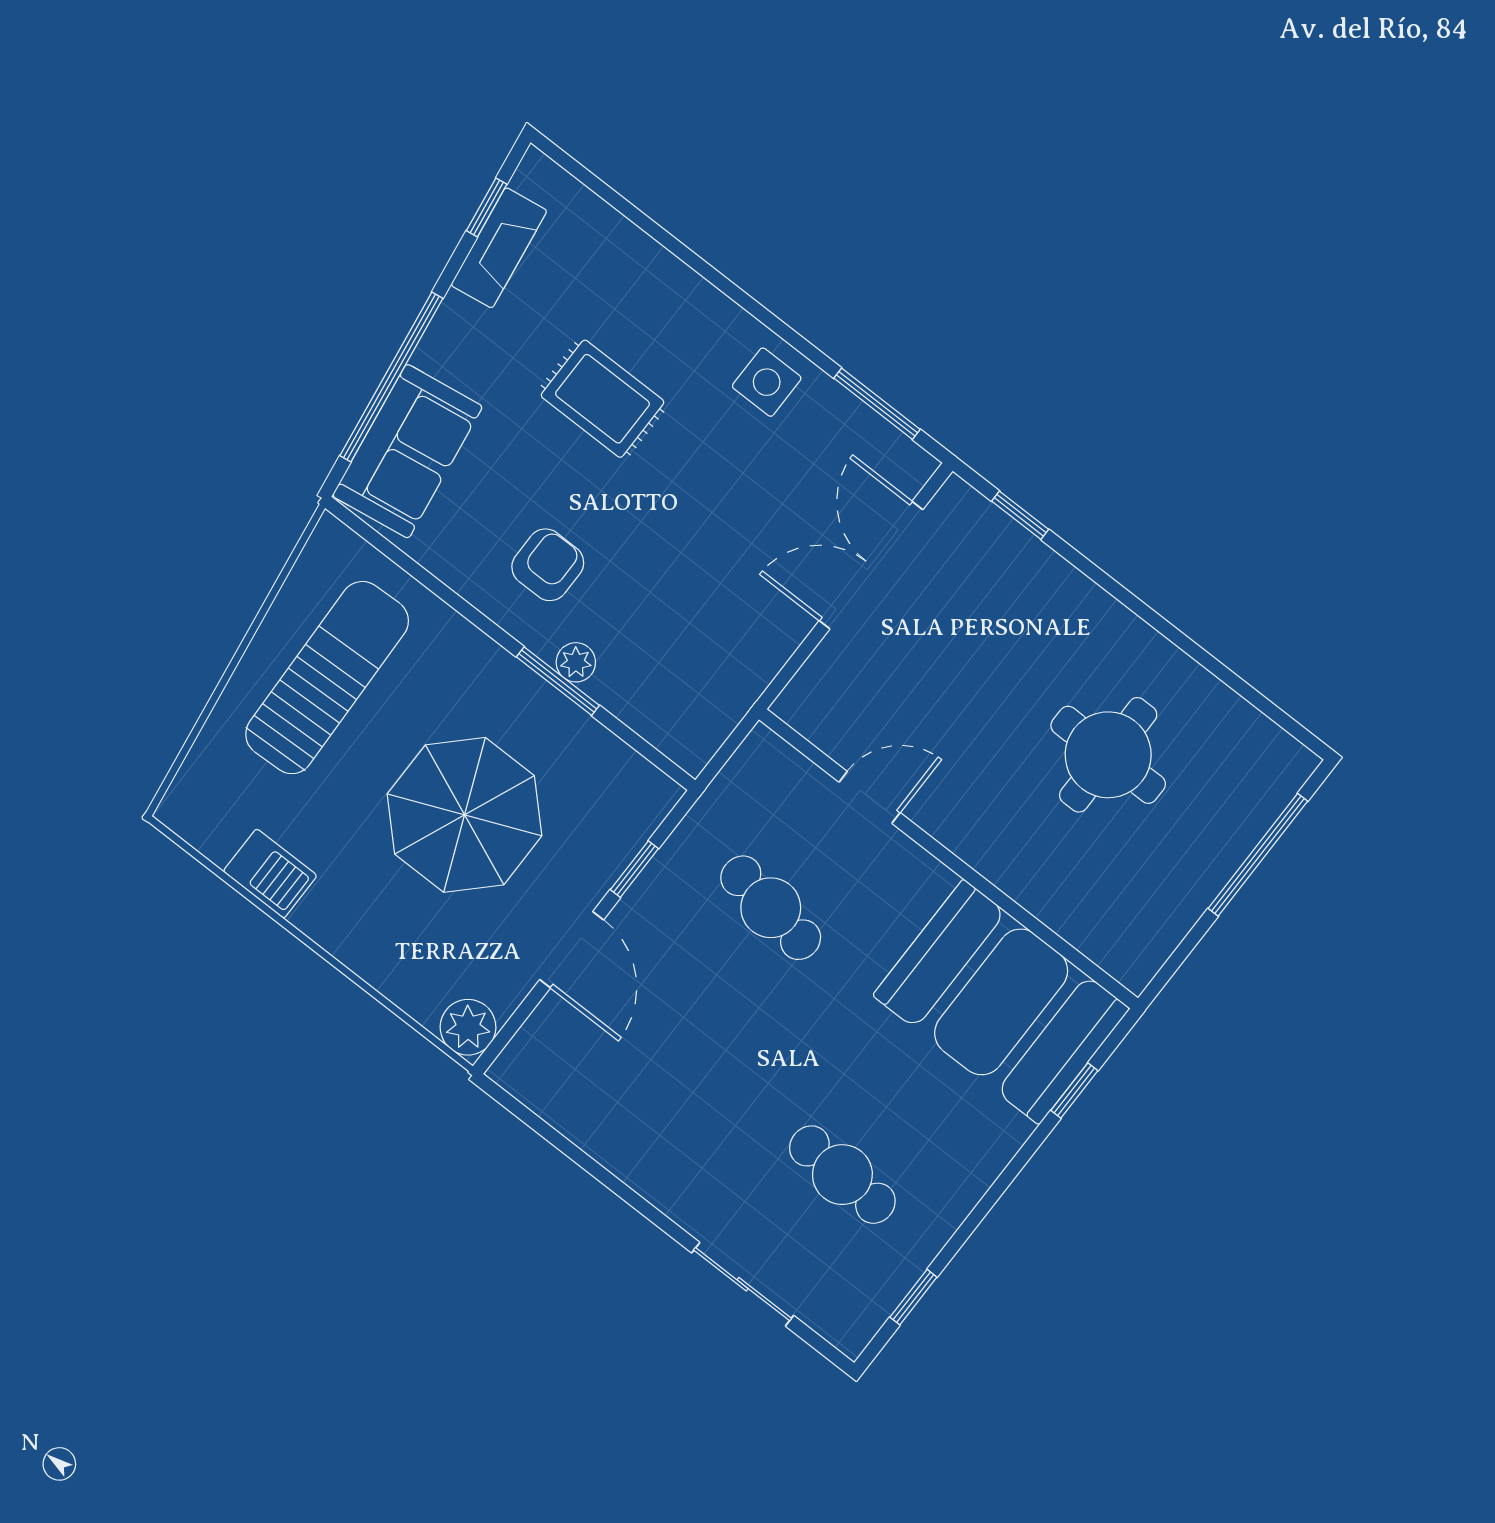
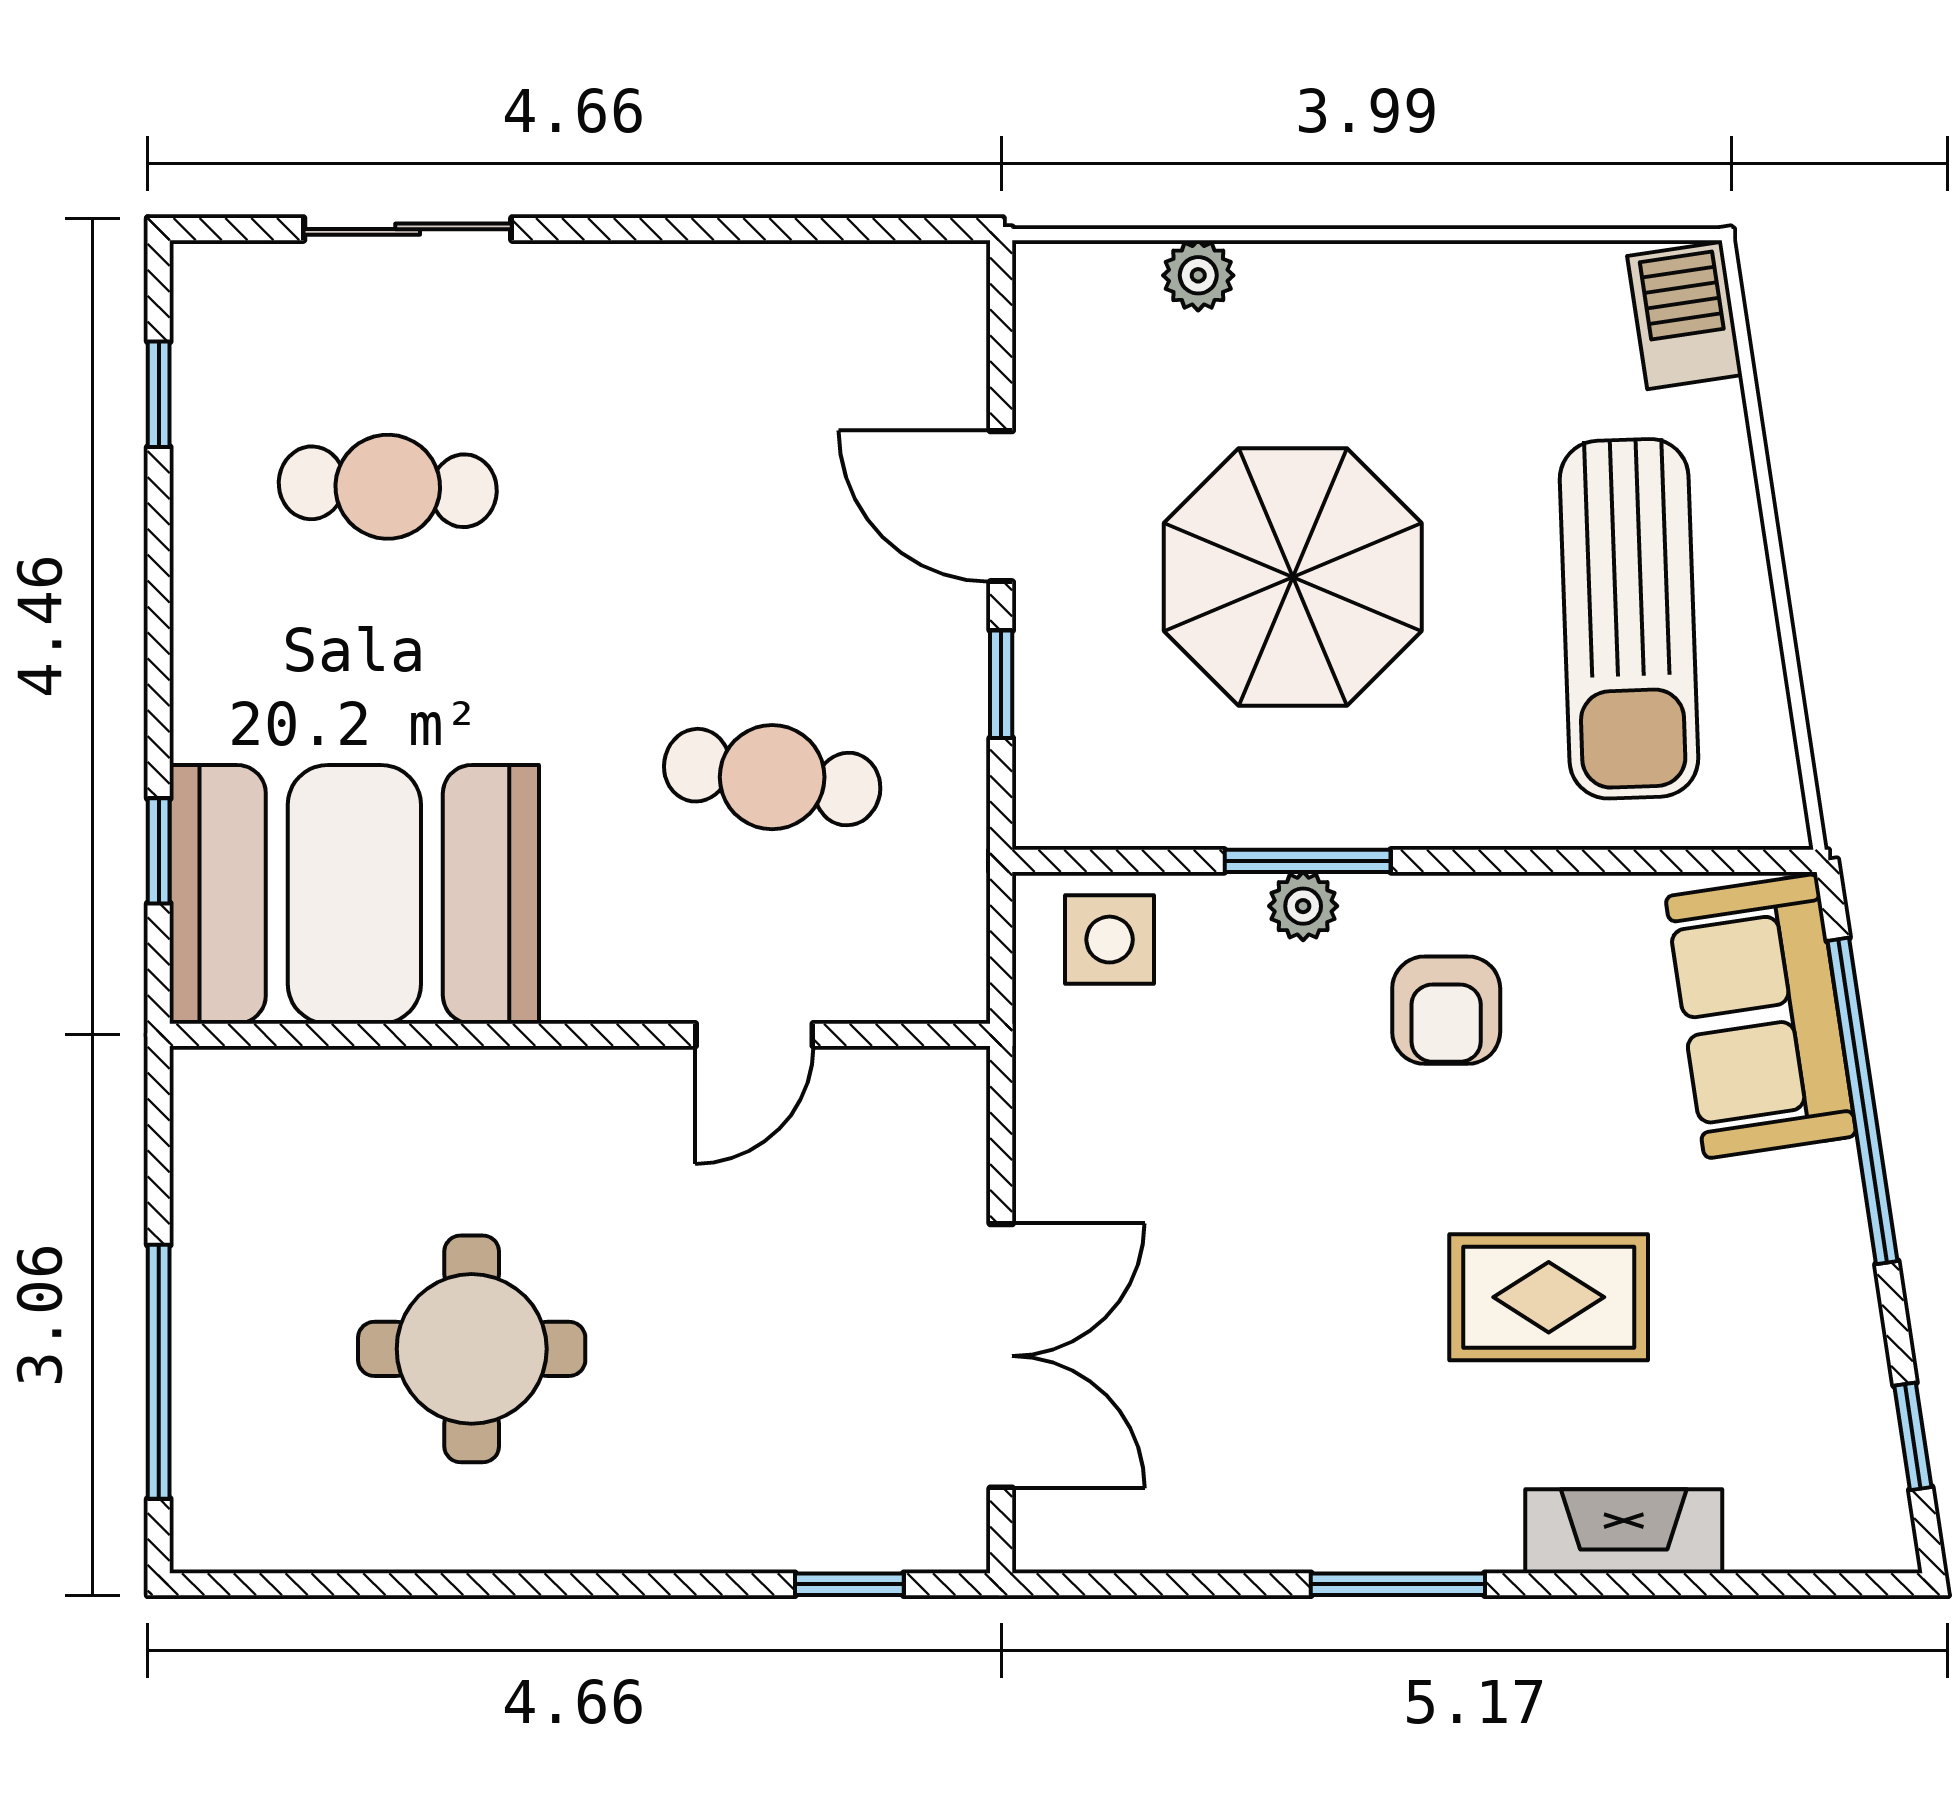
fireplace: (499, 248) -> (1624, 1531), moved, turned 99
side table: (767, 382) -> (1110, 940), moved
window: (877, 404) -> (1398, 1584), moved
barbecue: (270, 874) -> (1685, 316), moved, turned 81
plant: (468, 1027) -> (1198, 275), moved, width x0.73, depth x0.73

